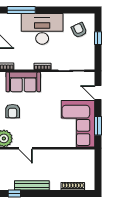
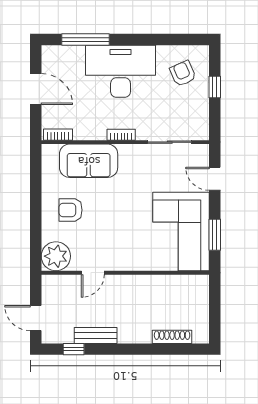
armchair: (13, 111) -> (71, 210), turned 90
door: (26, 148) -> (93, 273), hinge flipped
bench: (32, 185) -> (96, 335), width x0.73

